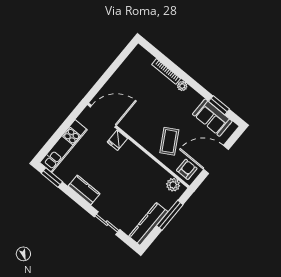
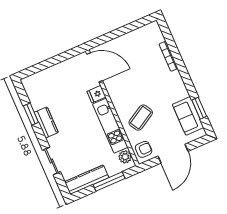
plant: (182, 86) -> (176, 76), removed
kitchen unit: (63, 146) -> (110, 126), moved, turned 90
door: (216, 159) -> (173, 154), swing flipped
window: (52, 178) -> (31, 114), moved

